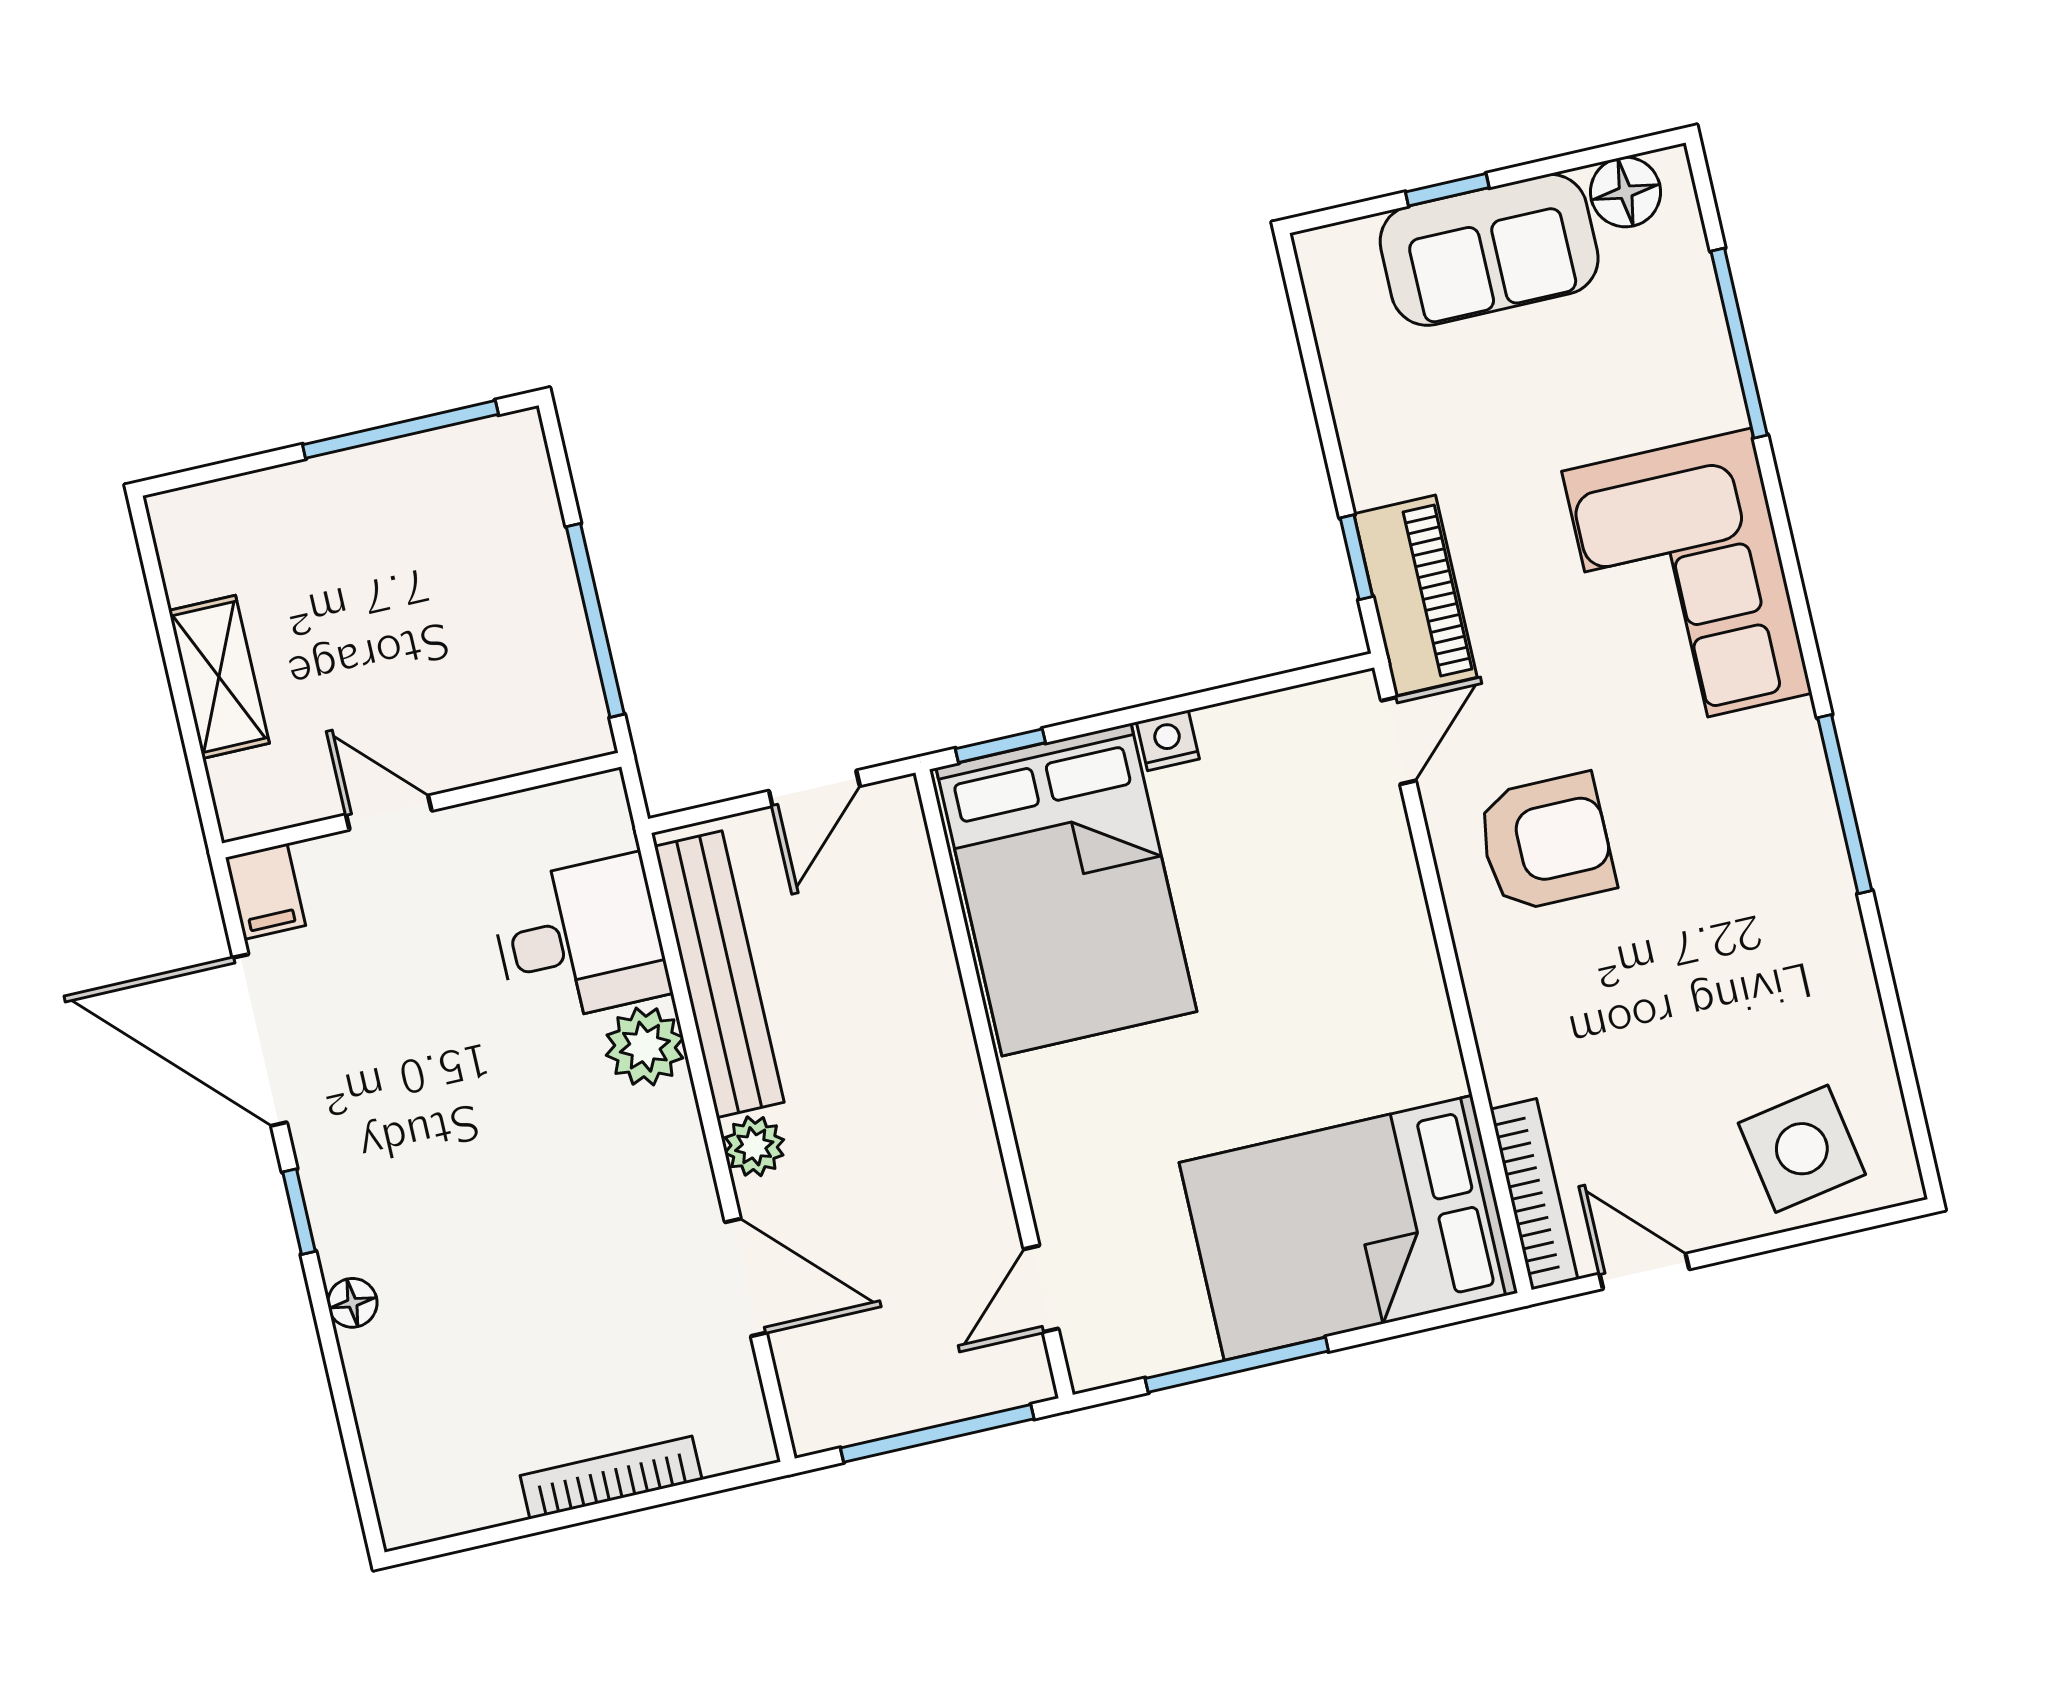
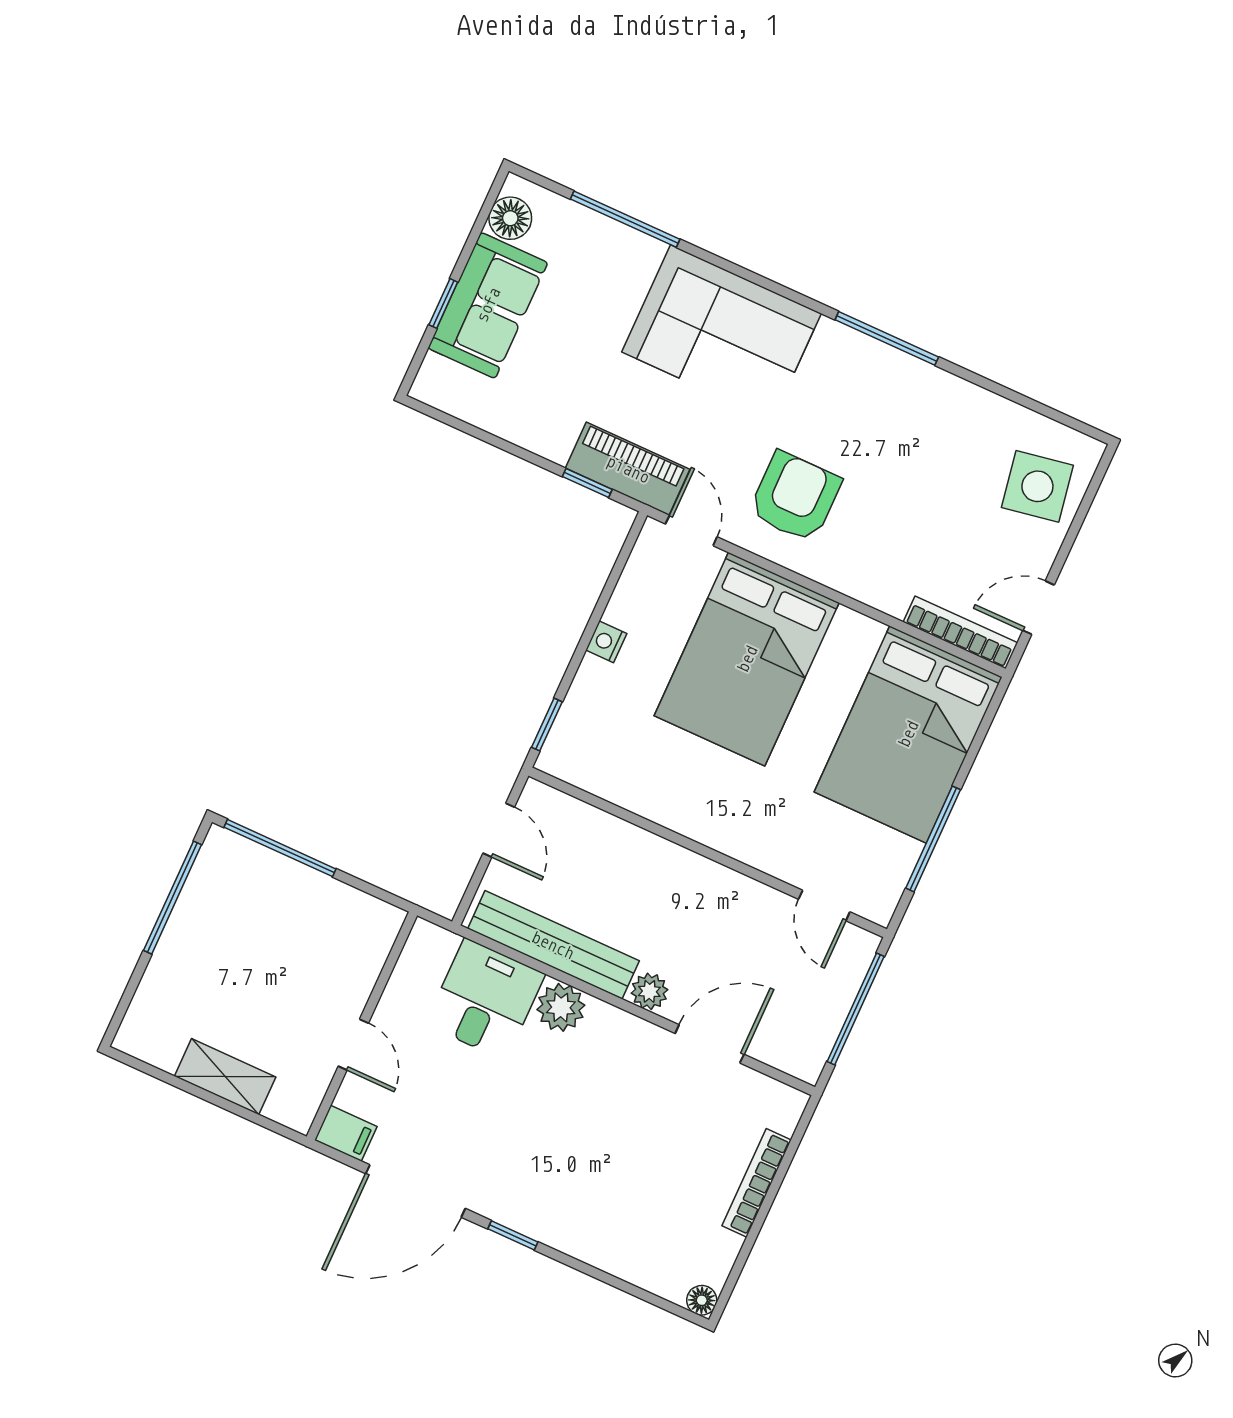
window: (595, 620) -> (280, 848), moved
door: (389, 813) -> (353, 1045), swing flipped
bed: (1066, 890) -> (747, 659), moved, turned 90
floor lamp: (352, 1303) -> (702, 1300), moved

